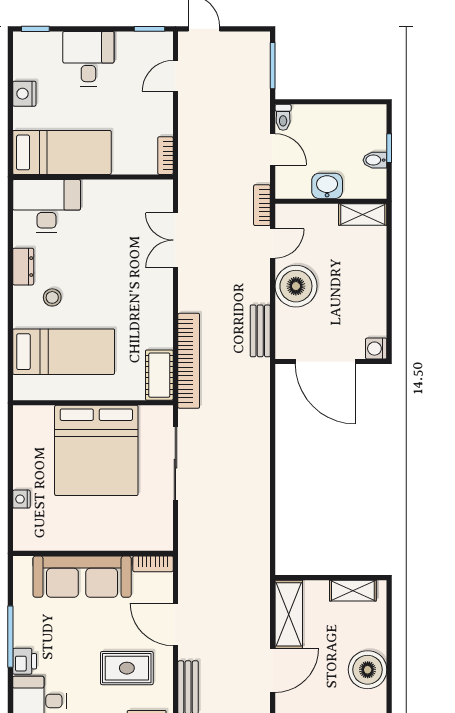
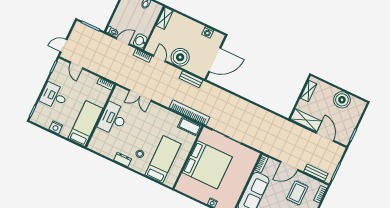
washbasin: (327, 186) -> (140, 41), moved
desk: (47, 206) -> (113, 119), moved
washing machine: (376, 349) -> (208, 32), moved

